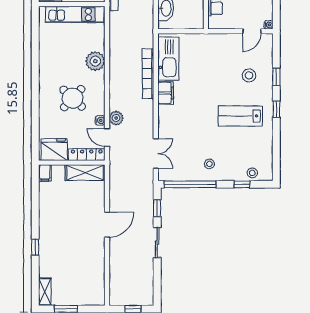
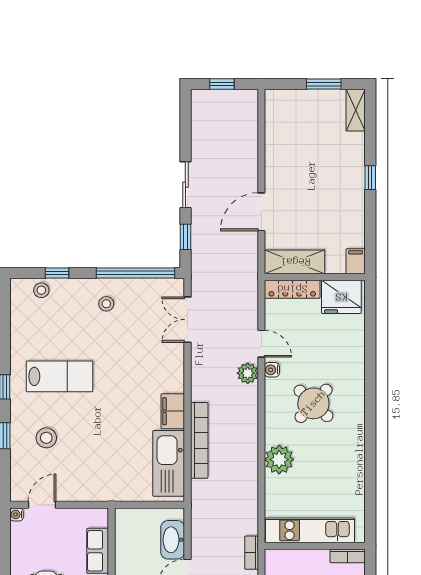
fridge: (54, 150) -> (341, 297), moved
locker: (87, 155) -> (292, 289), moved
wall: (72, 163) -> (315, 277), moved
filing cabinet: (45, 173) -> (356, 261), moved
shelving: (85, 173) -> (295, 262), moved

